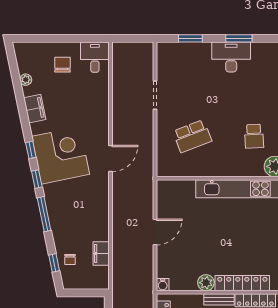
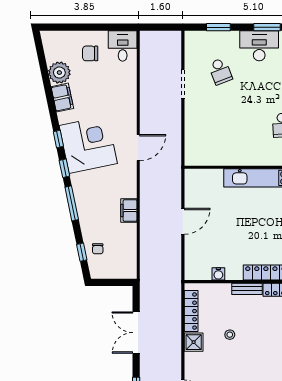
chair: (63, 65) -> (90, 53), turned -90
plant: (26, 80) -> (59, 73), width x1.88, depth x1.88
school desk: (192, 136) -> (220, 71), moved, width x0.54
filing cabinet: (101, 254) -> (129, 211), moved
plant: (206, 283) -> (234, 272), removed
water cooler: (163, 285) -> (218, 274), moved

